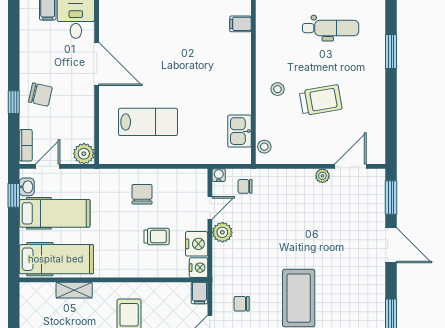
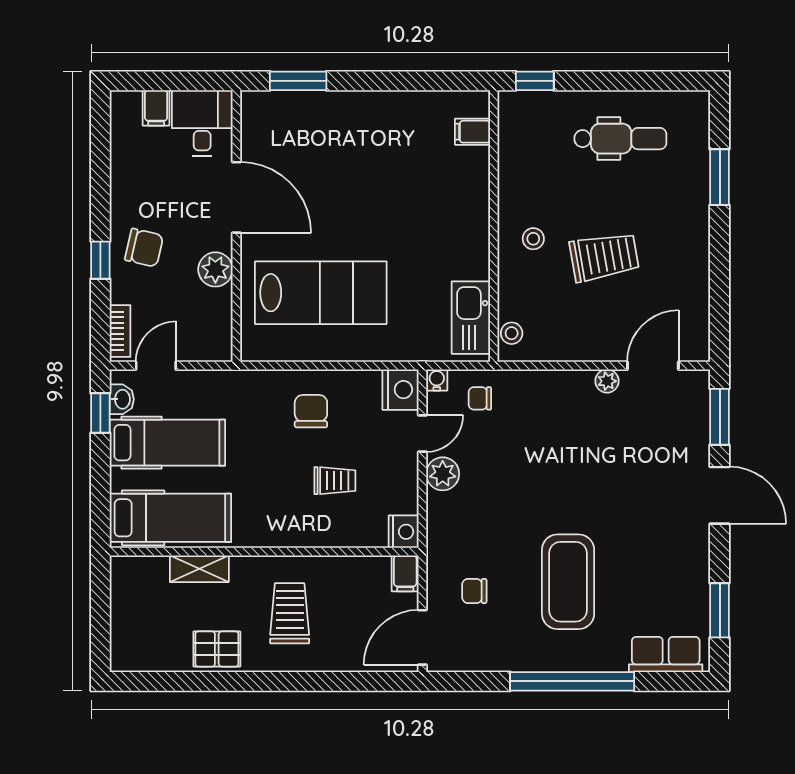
lab bench: (148, 122) -> (321, 293), width x1.36, depth x1.39
kitchen sink: (239, 131) -> (471, 318), width x1.38
plant: (84, 154) -> (215, 269), moved
nightstand: (197, 244) -> (401, 390), moved

